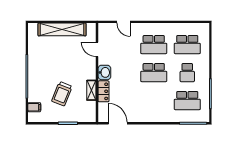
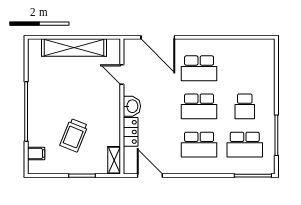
door: (124, 22) -> (158, 37), width x1.88
school desk: (187, 45) -> (199, 145), moved
shelving: (91, 90) -> (114, 160), moved

